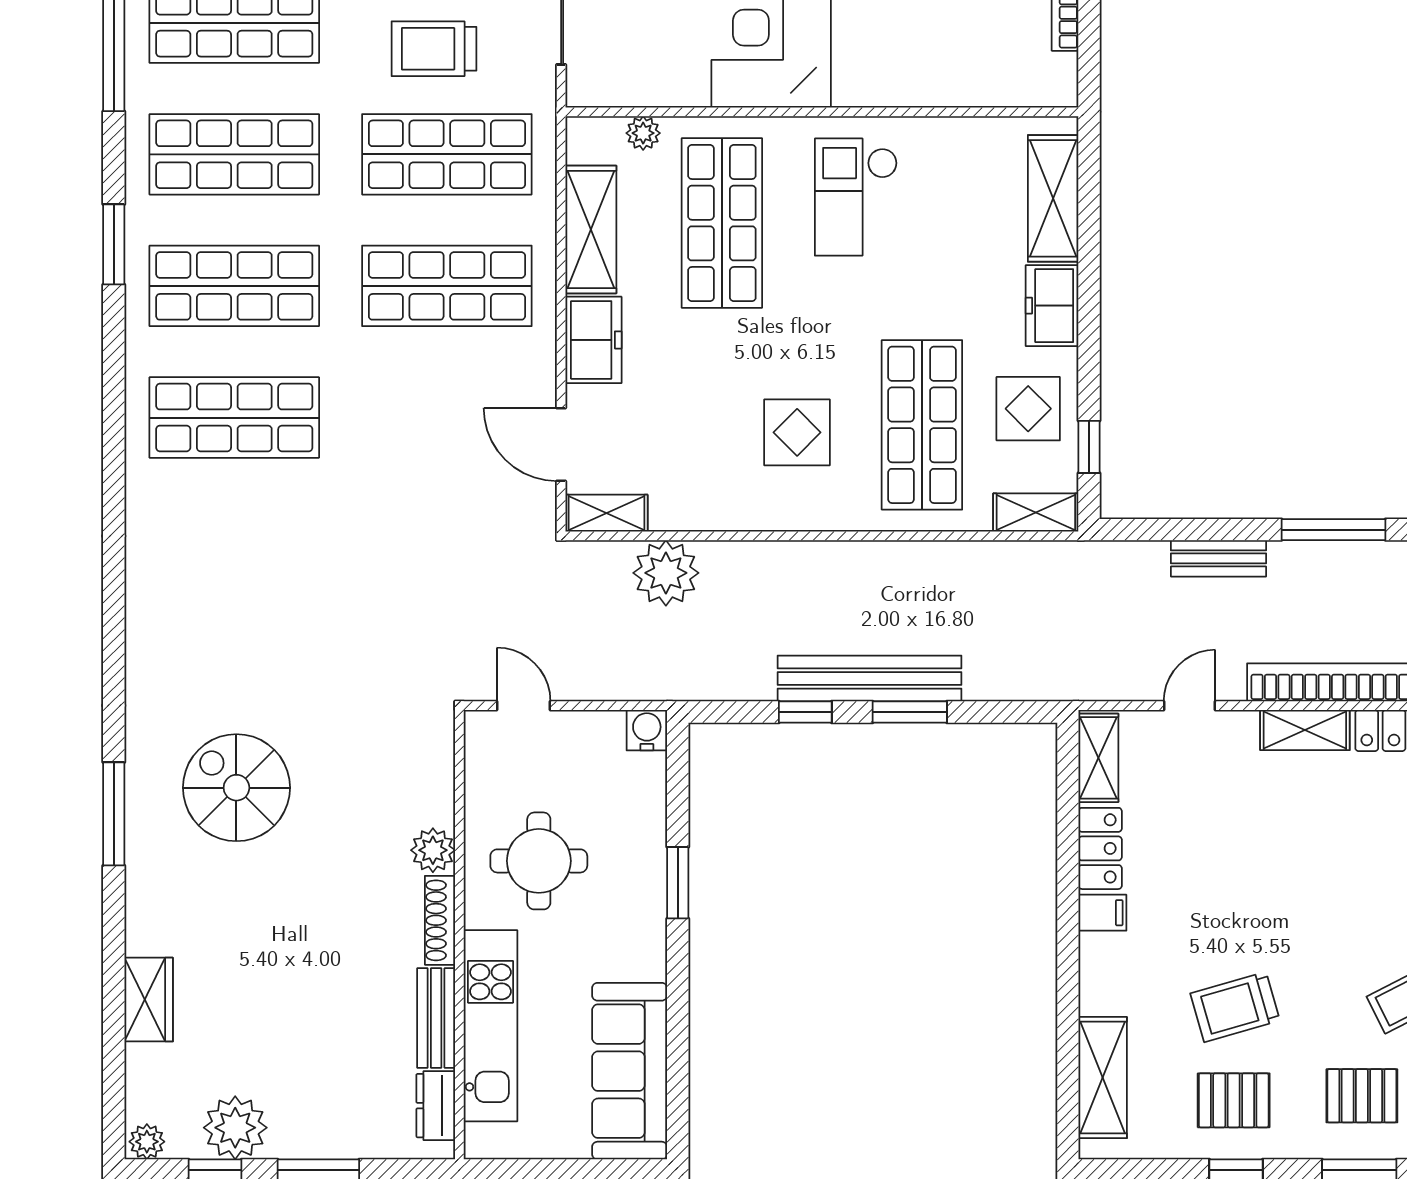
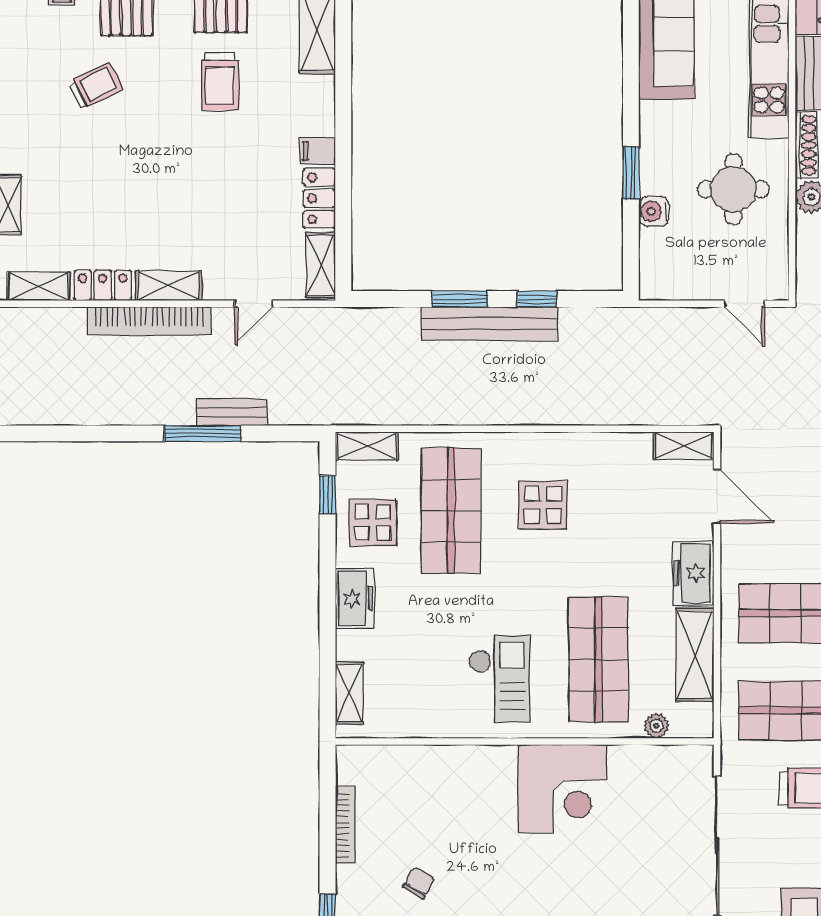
shelving: (1053, 198) -> (349, 693), width x0.67, depth x0.75
window: (1334, 530) -> (203, 433), moved
plant: (666, 573) -> (640, 401), removed
water cooler: (647, 730) -> (654, 211), moved, turned 90
trolley: (1235, 1007) -> (220, 81), turned 106

